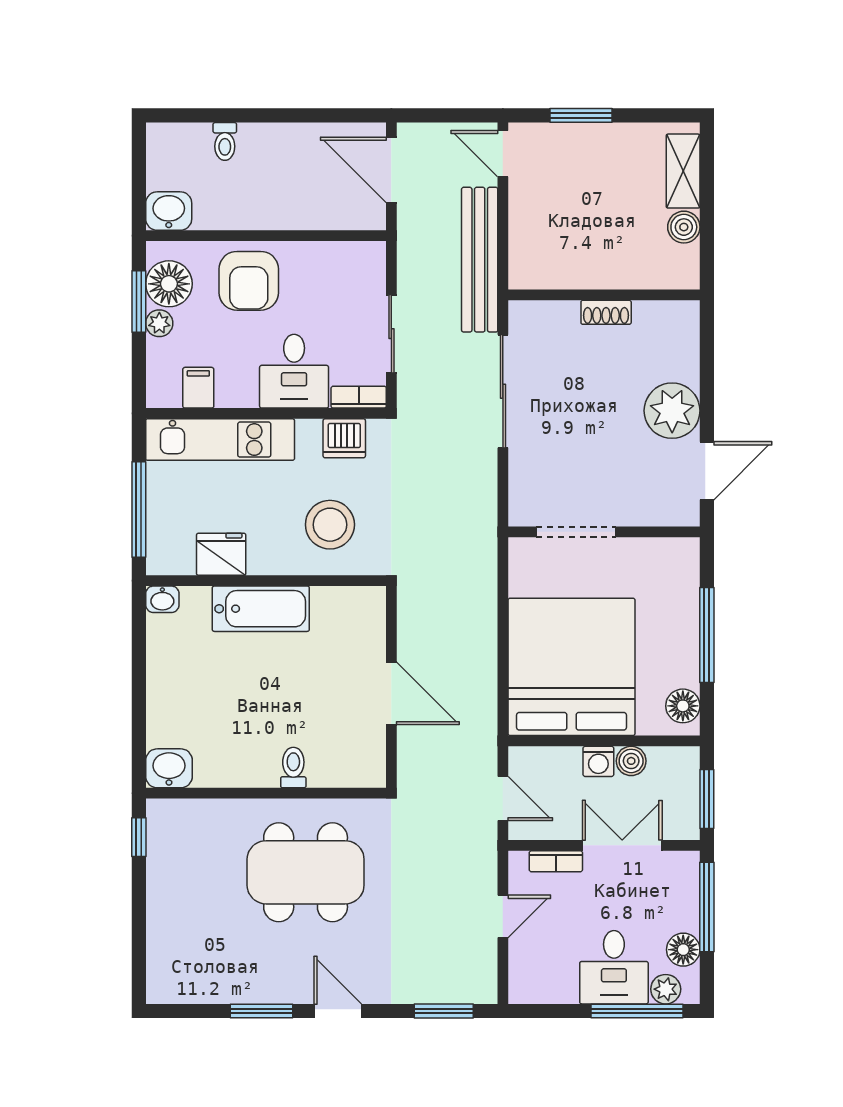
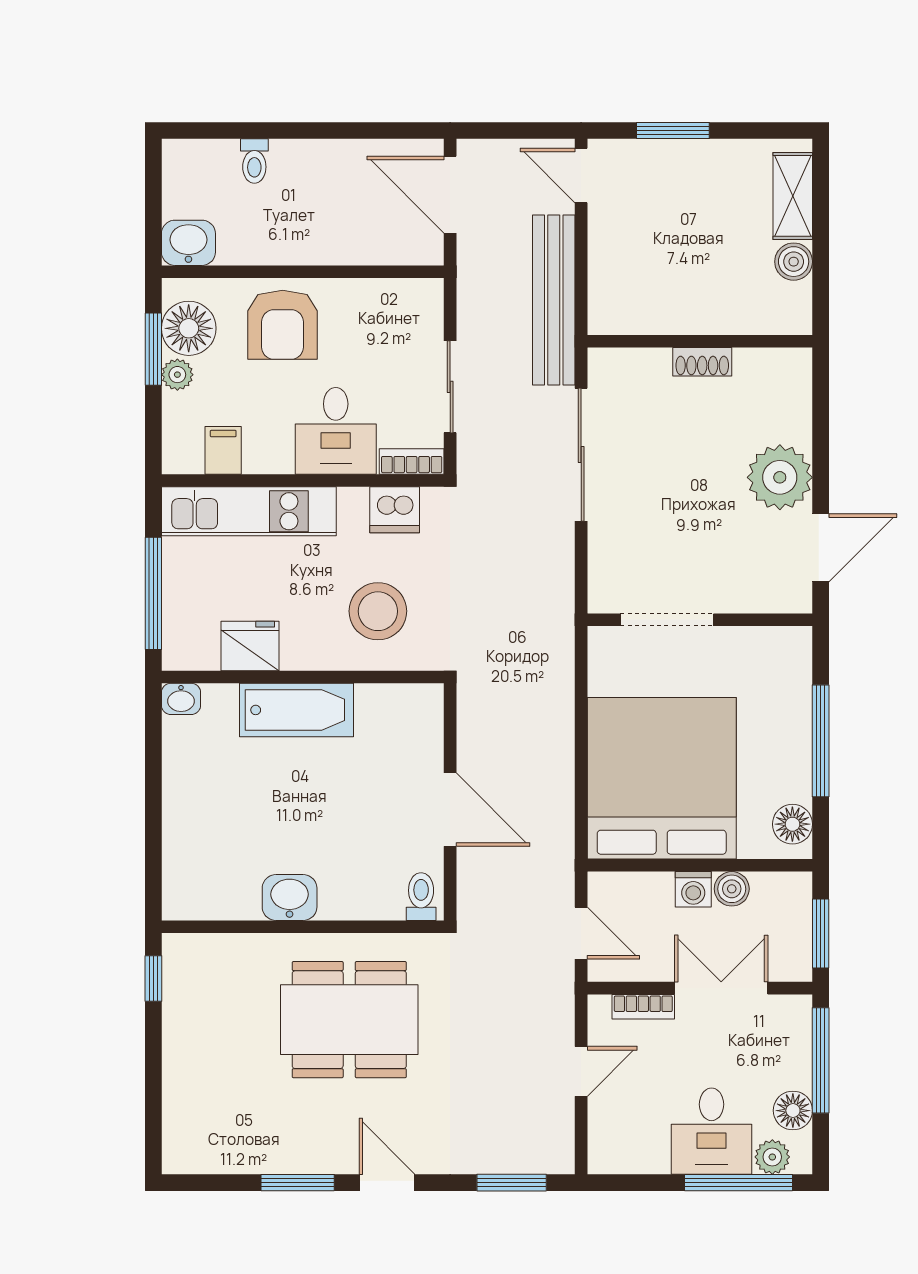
washbasin: (169, 768) -> (290, 898), moved
toilet: (293, 768) -> (421, 897), moved

